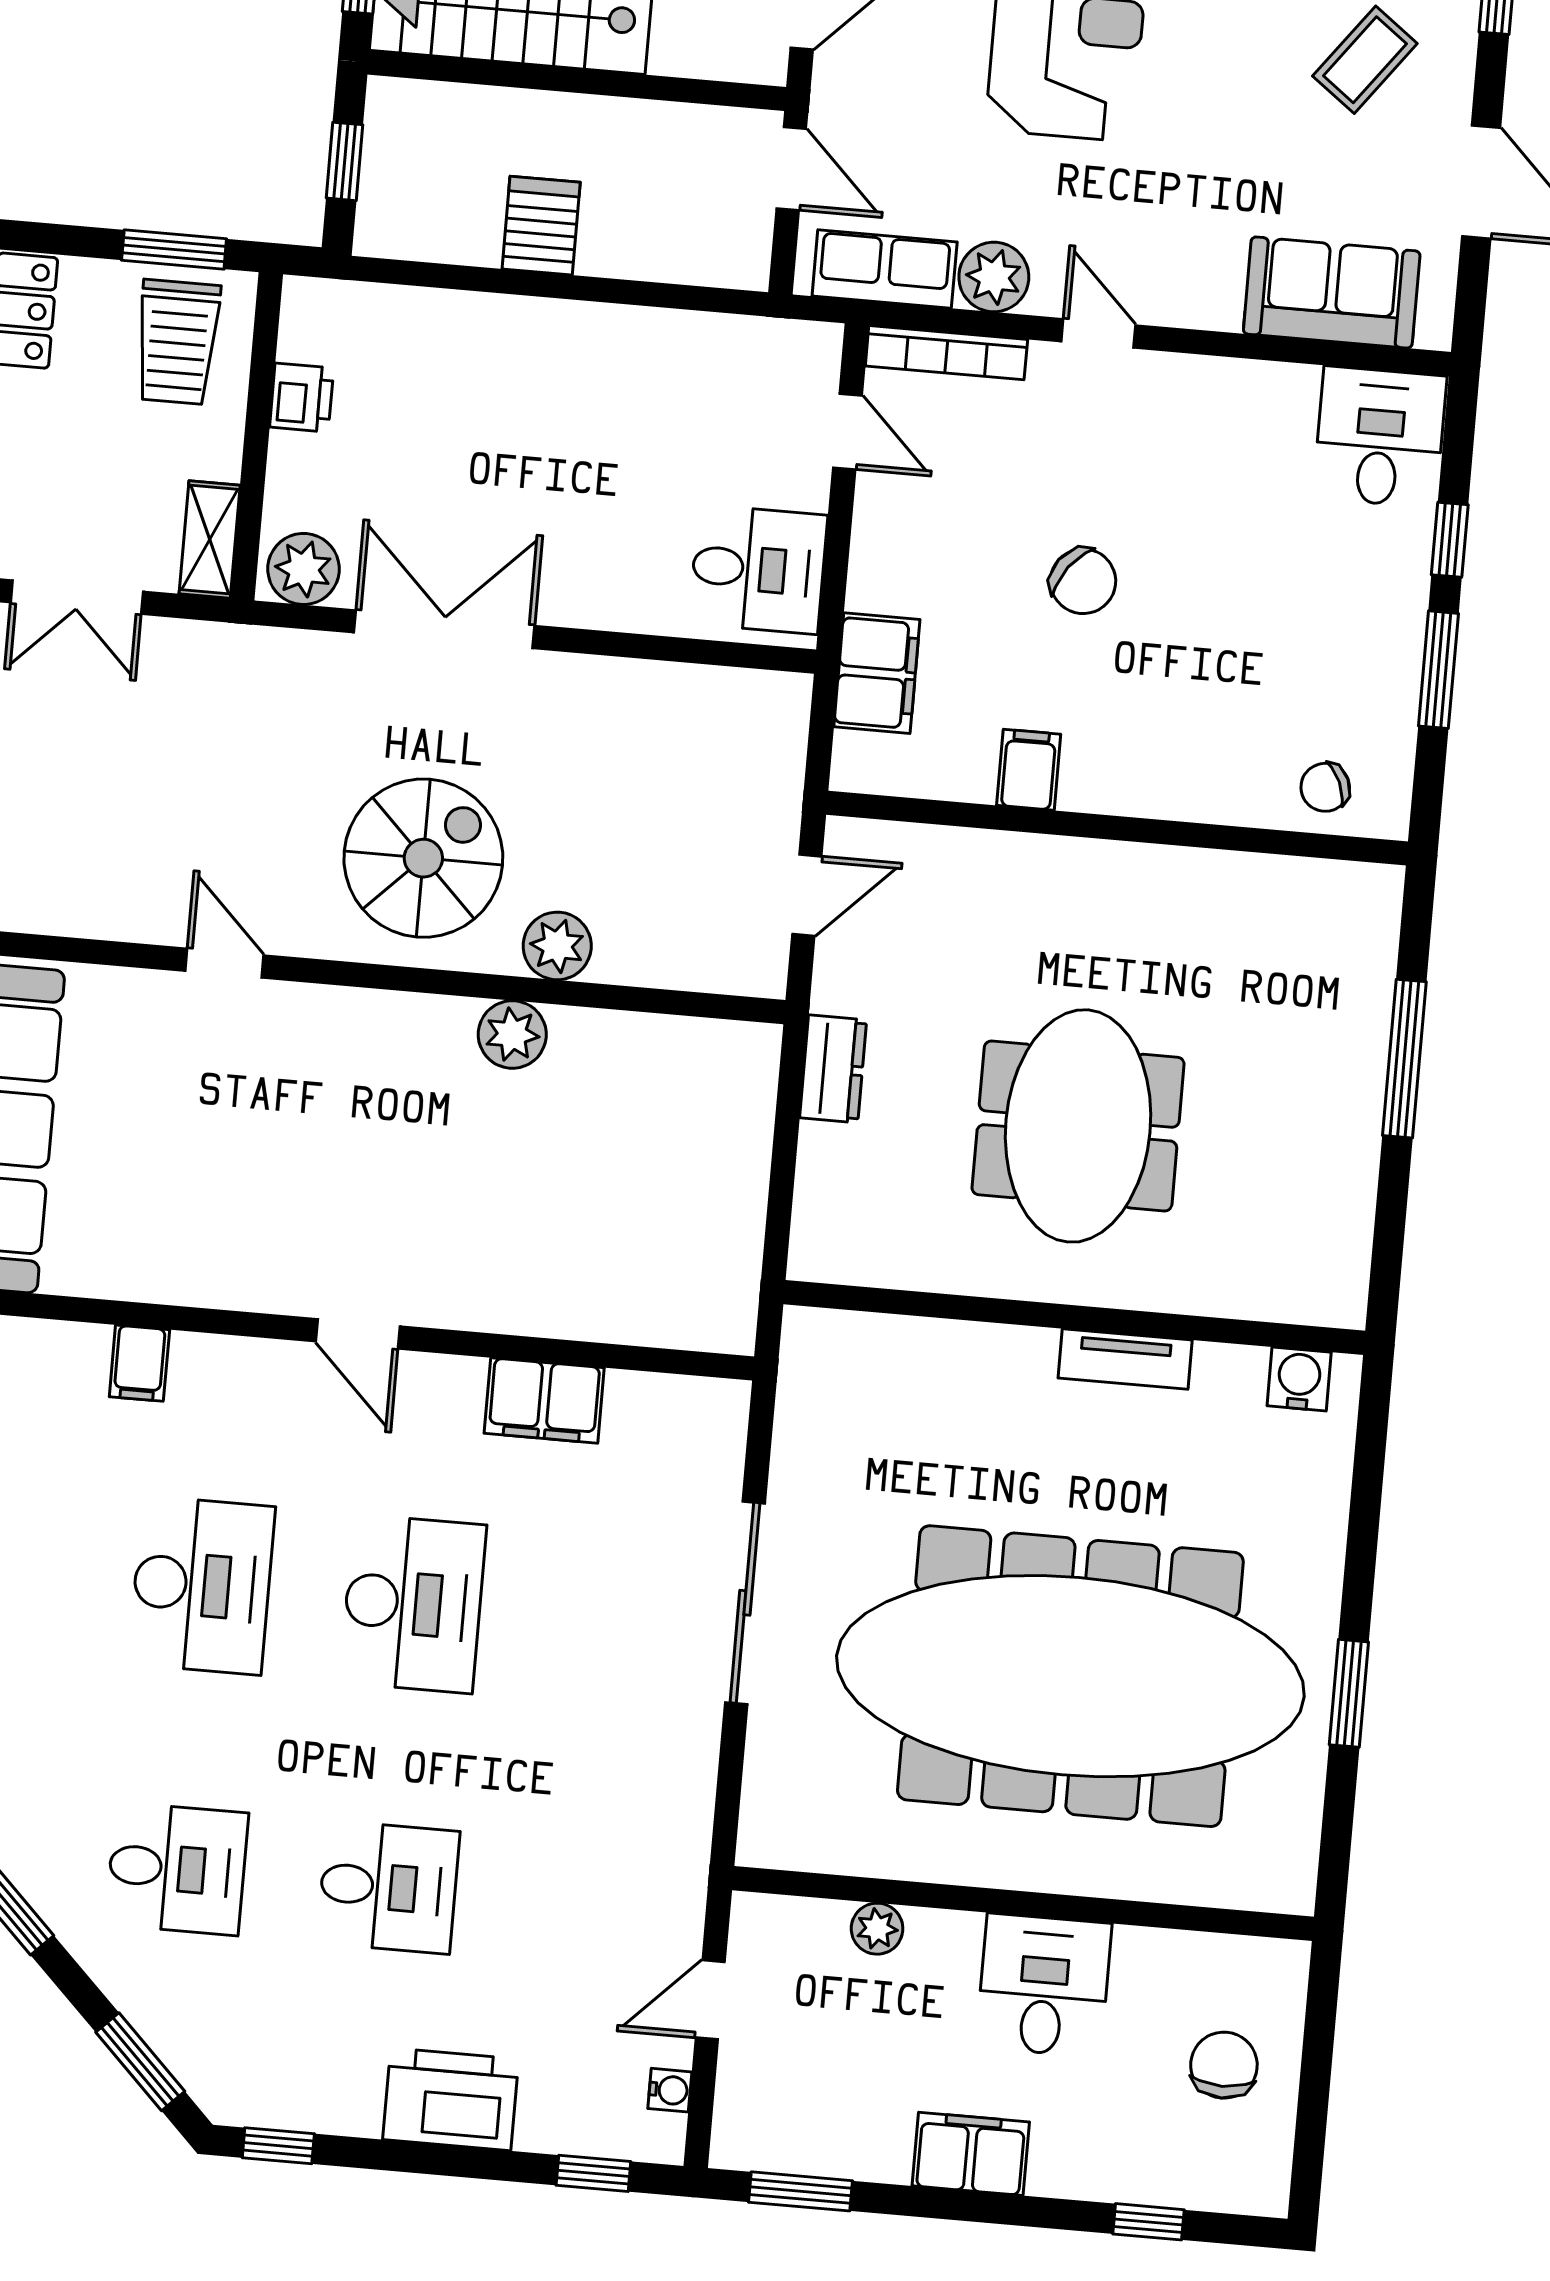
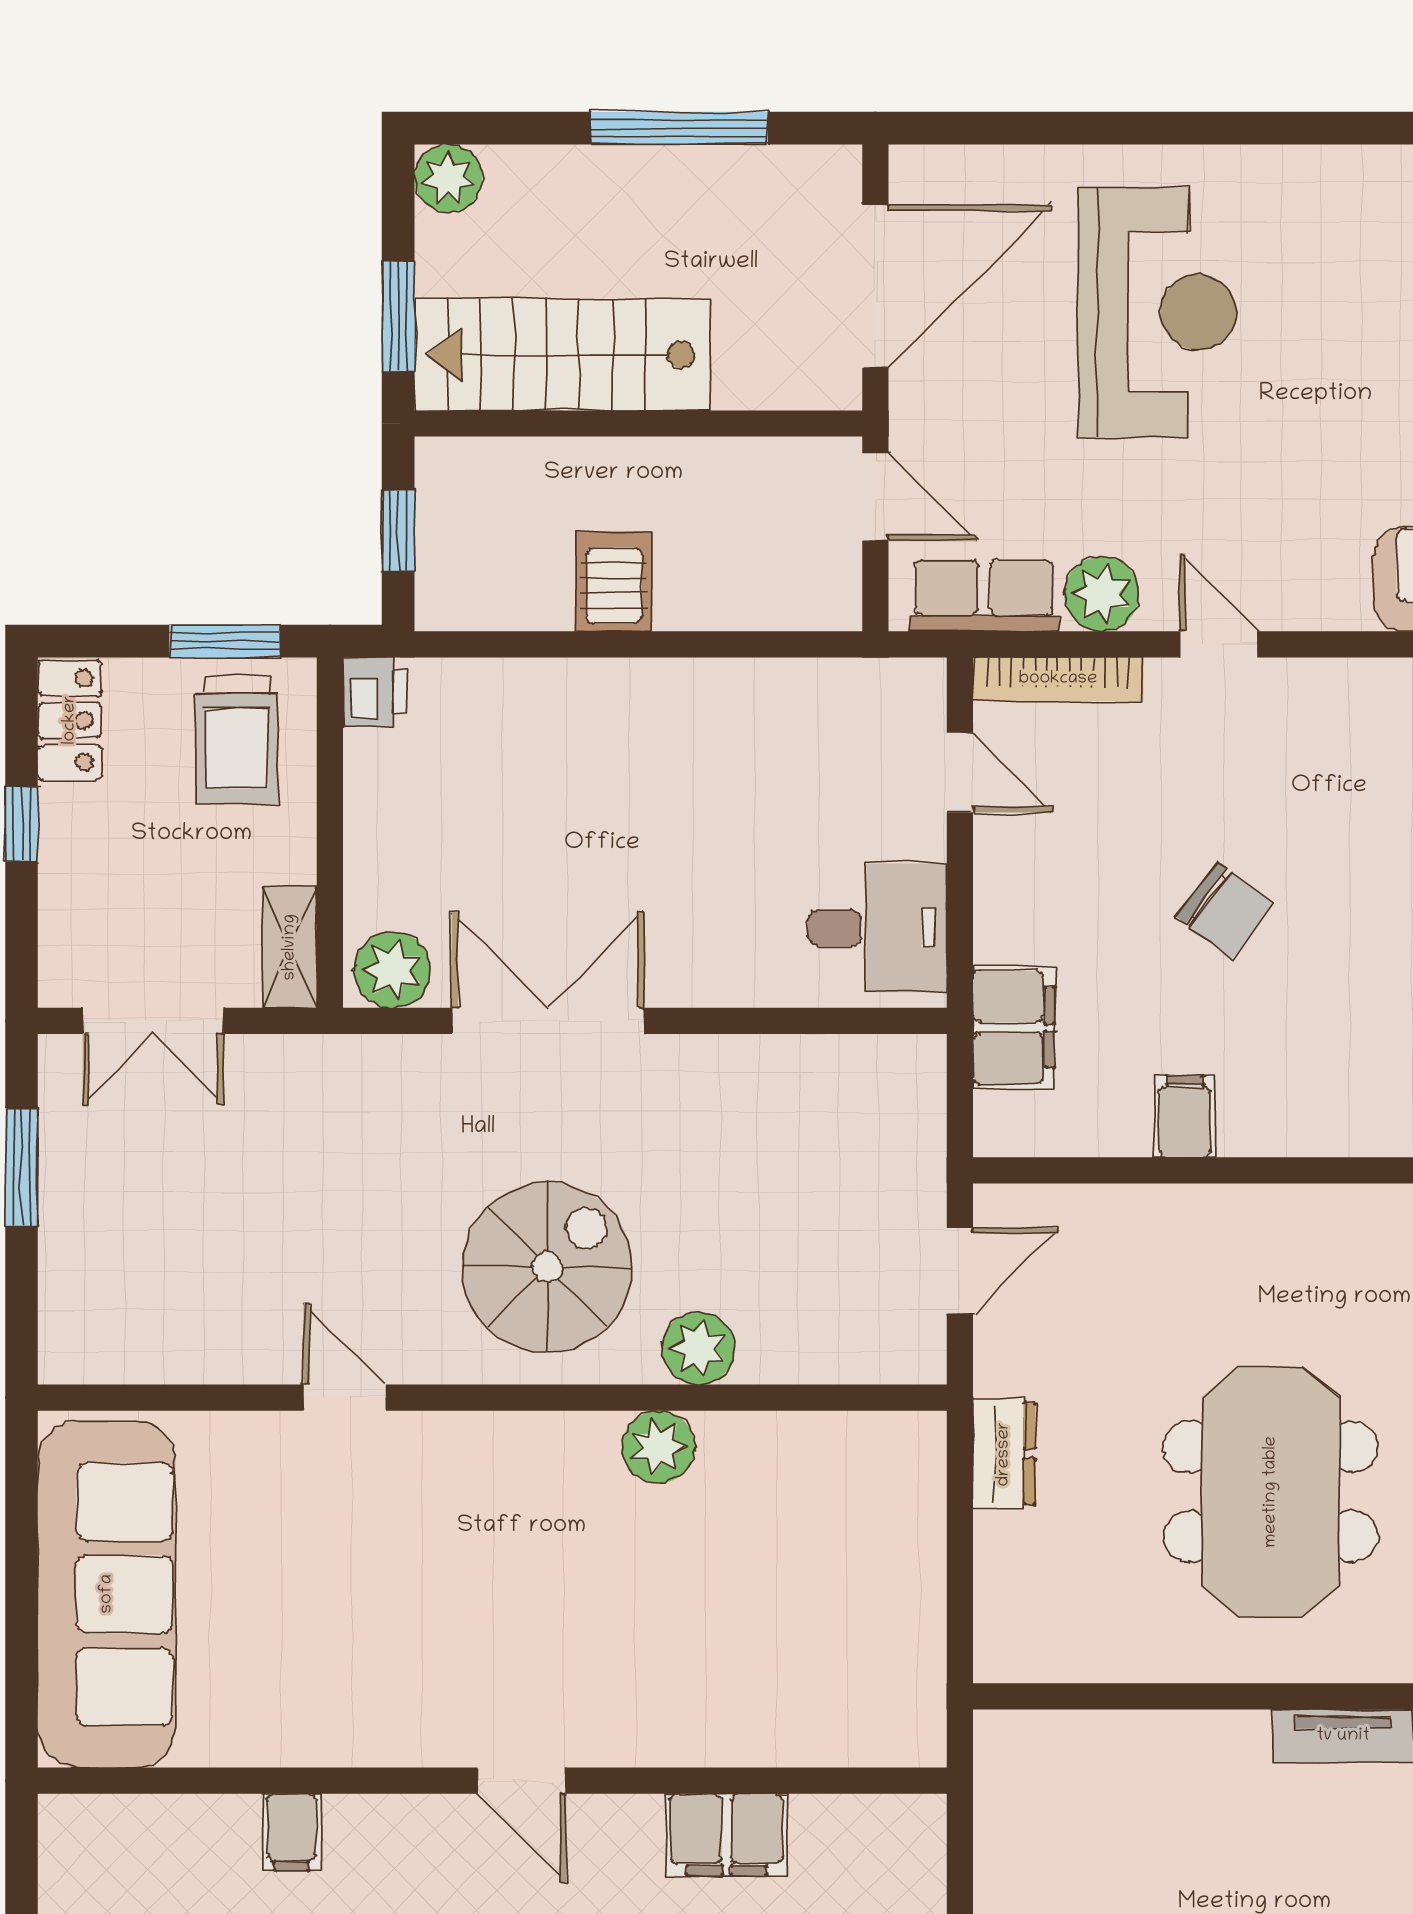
printer: (302, 398) -> (374, 692), moved

